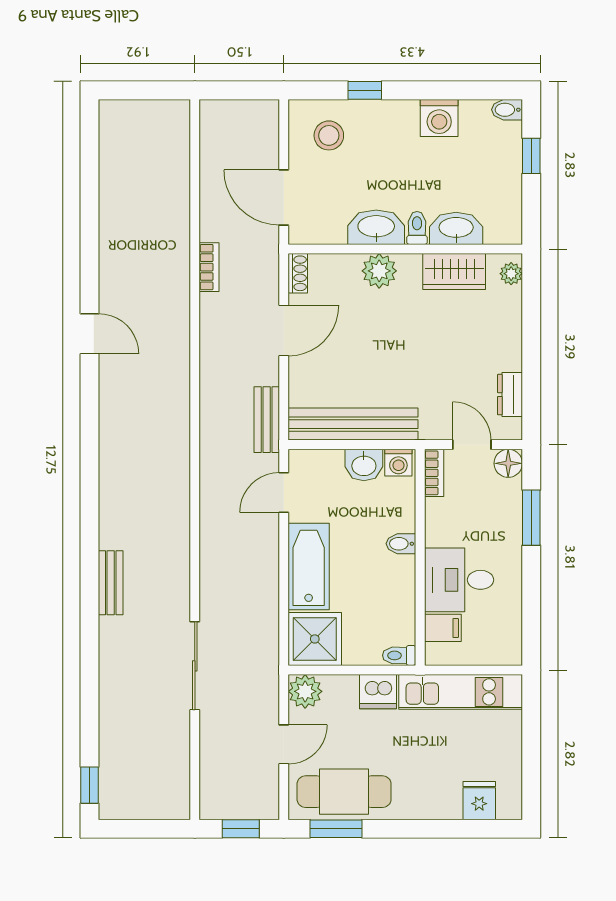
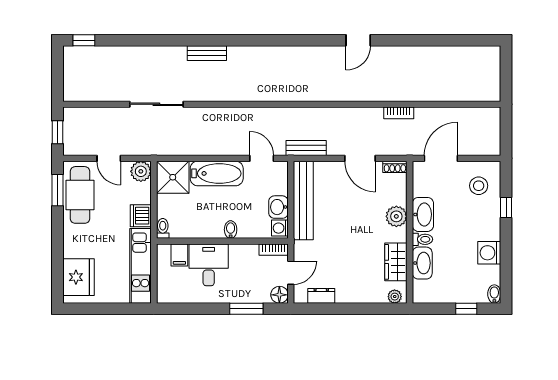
fridge: (479, 801) -> (78, 277), width x1.88, depth x1.34

